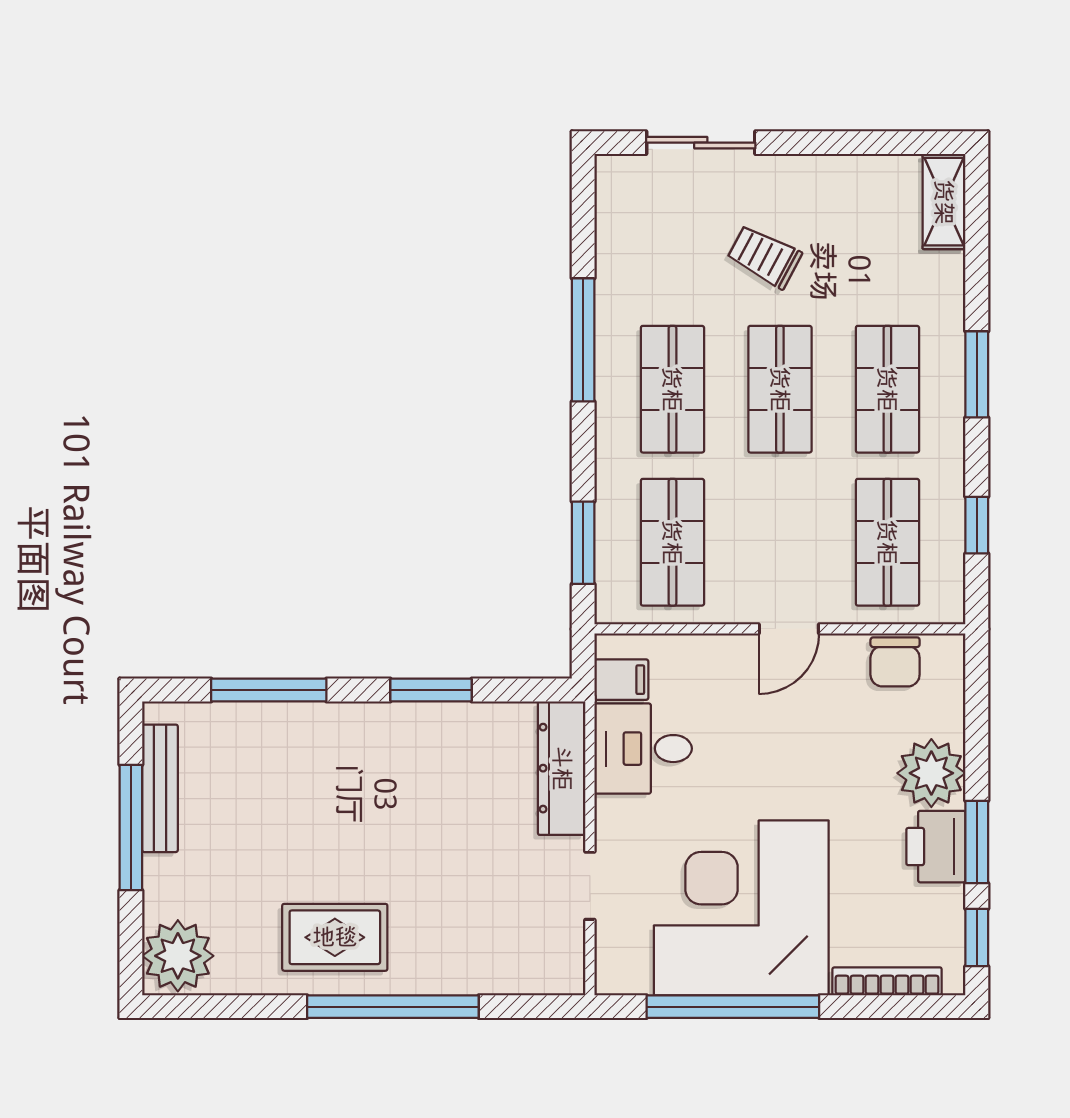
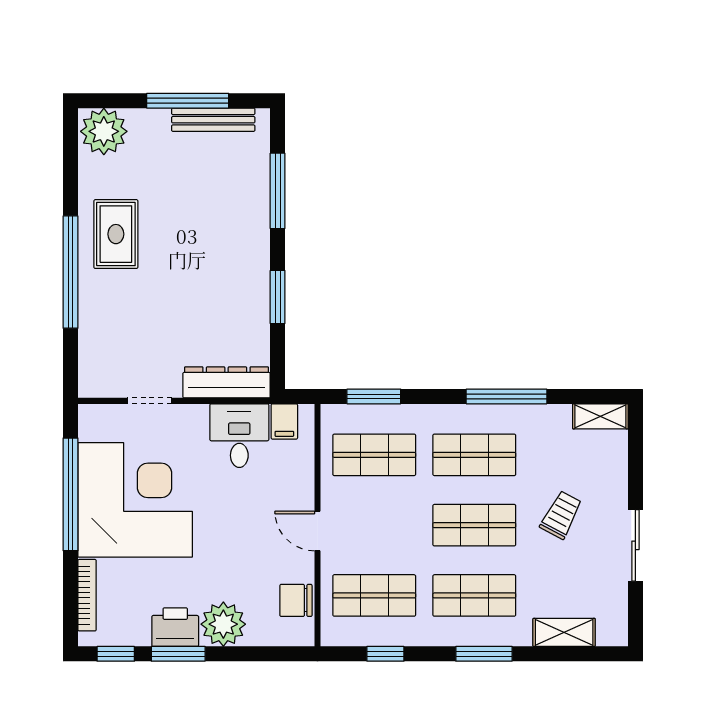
sliding door: (701, 143) -> (635, 545), moved
shelving: (614, 196) -> (600, 416), added
shelving: (944, 202) -> (564, 632), moved

